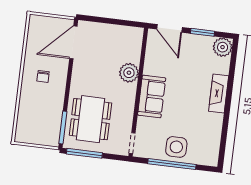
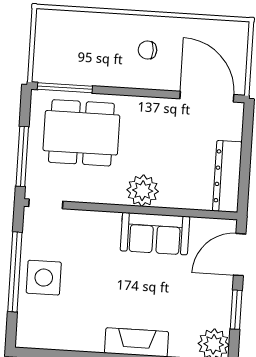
dresser: (122, 33) -> (227, 176), added
plant: (129, 73) -> (143, 191), moved
sofa: (152, 96) -> (155, 234), moved
window: (84, 153) -> (22, 156), moved

